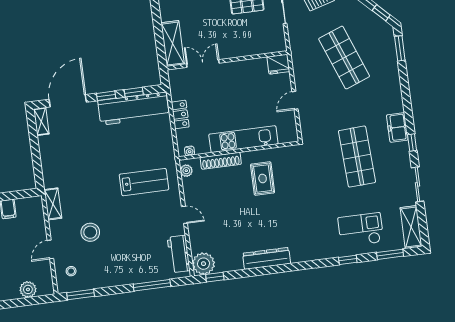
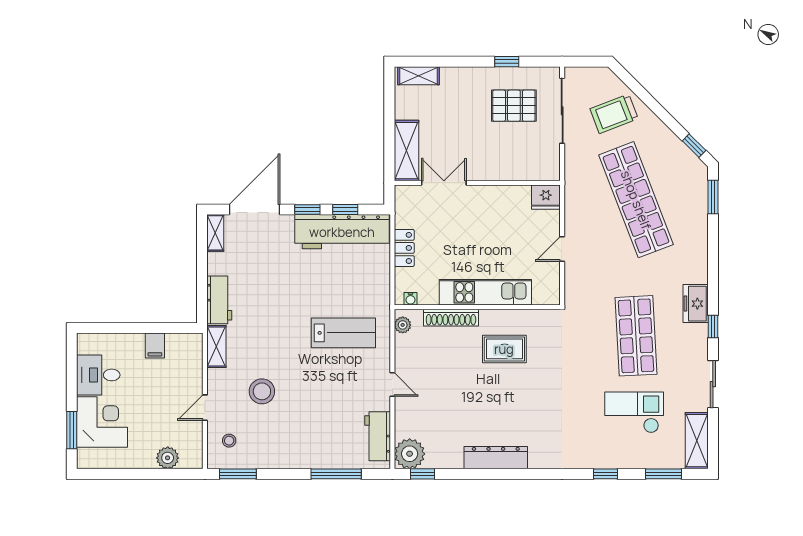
shop shelf: (344, 58) -> (636, 200), width x1.40
workbench: (51, 170) -> (219, 300), added
rug: (263, 178) -> (504, 349), turned 90
checkout: (361, 230) -> (634, 412), moved

